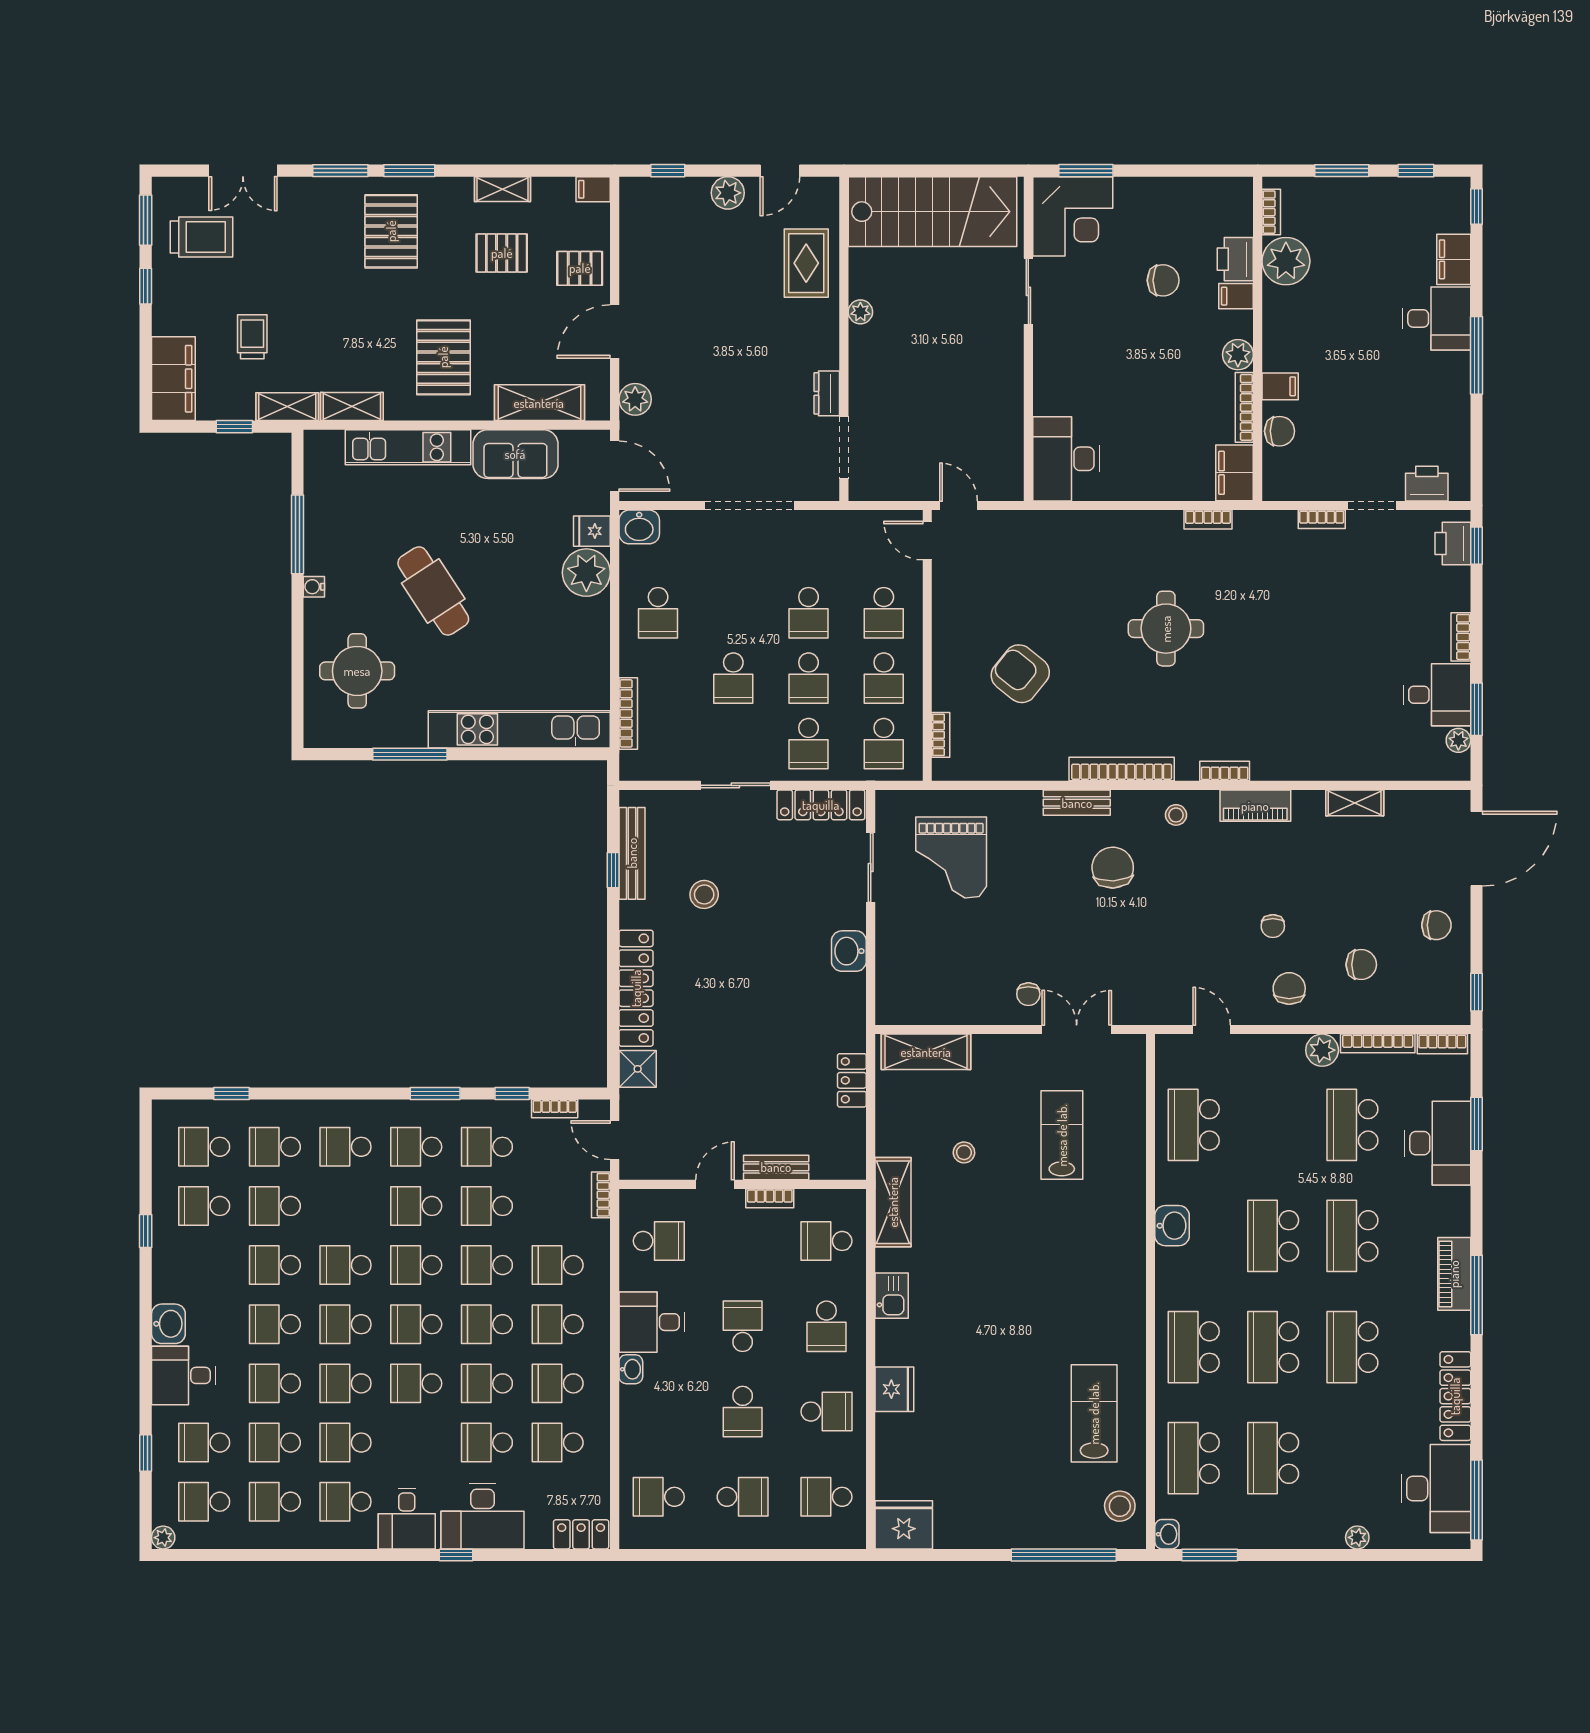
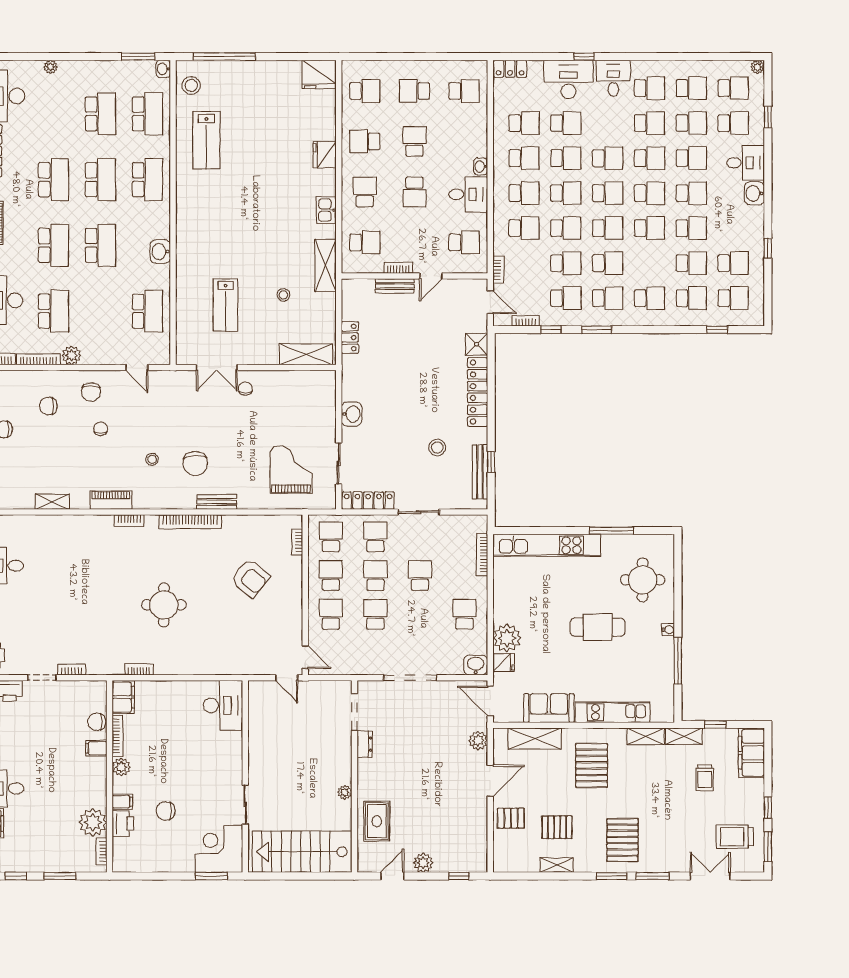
filing cabinet: (593, 189) -> (503, 865), removed
cafe table: (433, 591) -> (598, 627), turned -57
stool: (1176, 815) -> (152, 459), moved
school desk: (659, 1241) -> (464, 242), turned 180

